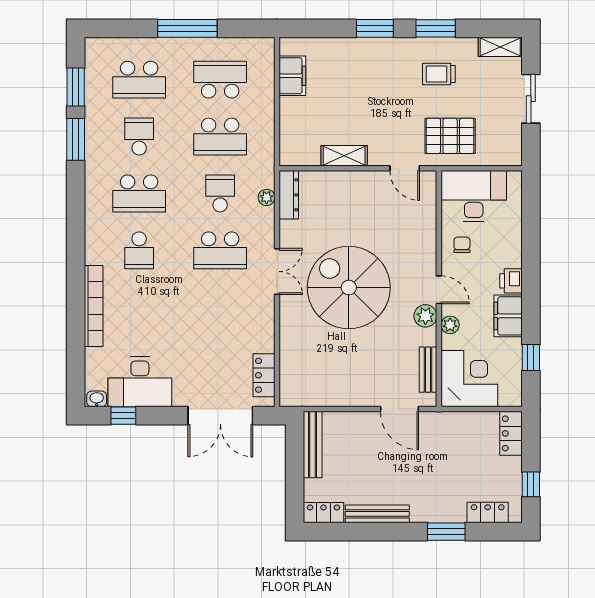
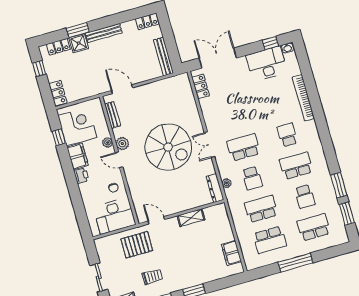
corner desk: (469, 379) -> (77, 126), moved, turned 180
shower: (451, 509) -> (79, 43), added
bench: (377, 514) -> (104, 33), moved

